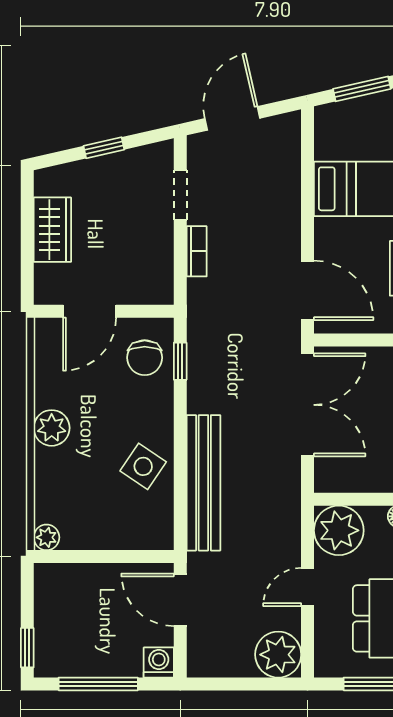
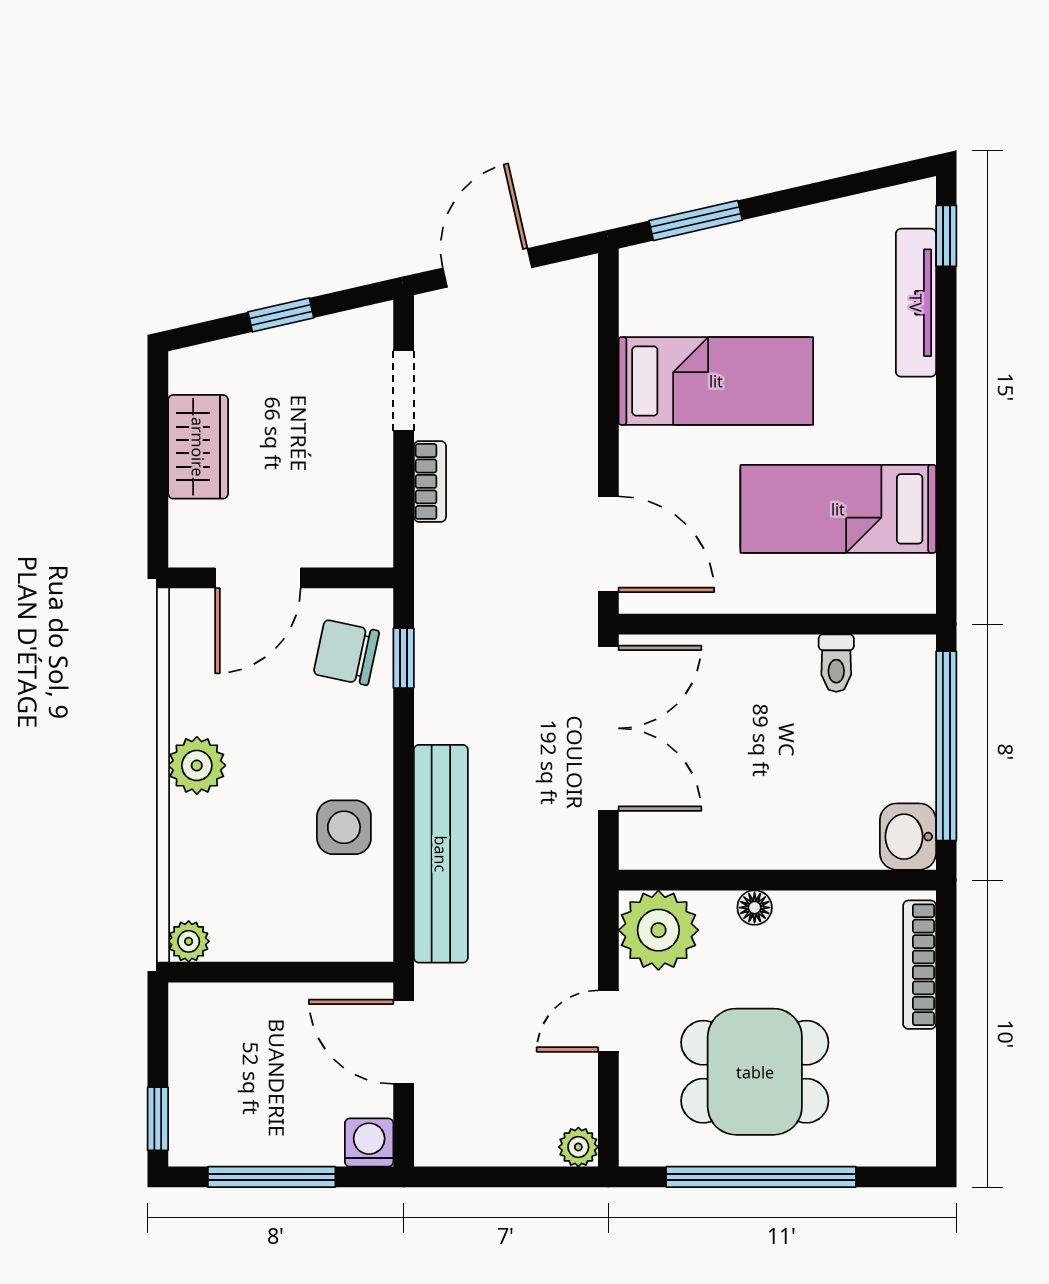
chair: (145, 358) -> (346, 653), turned 102
side table: (143, 466) -> (344, 827), turned -34
plant: (278, 655) -> (578, 1147), width x0.53, depth x0.53

